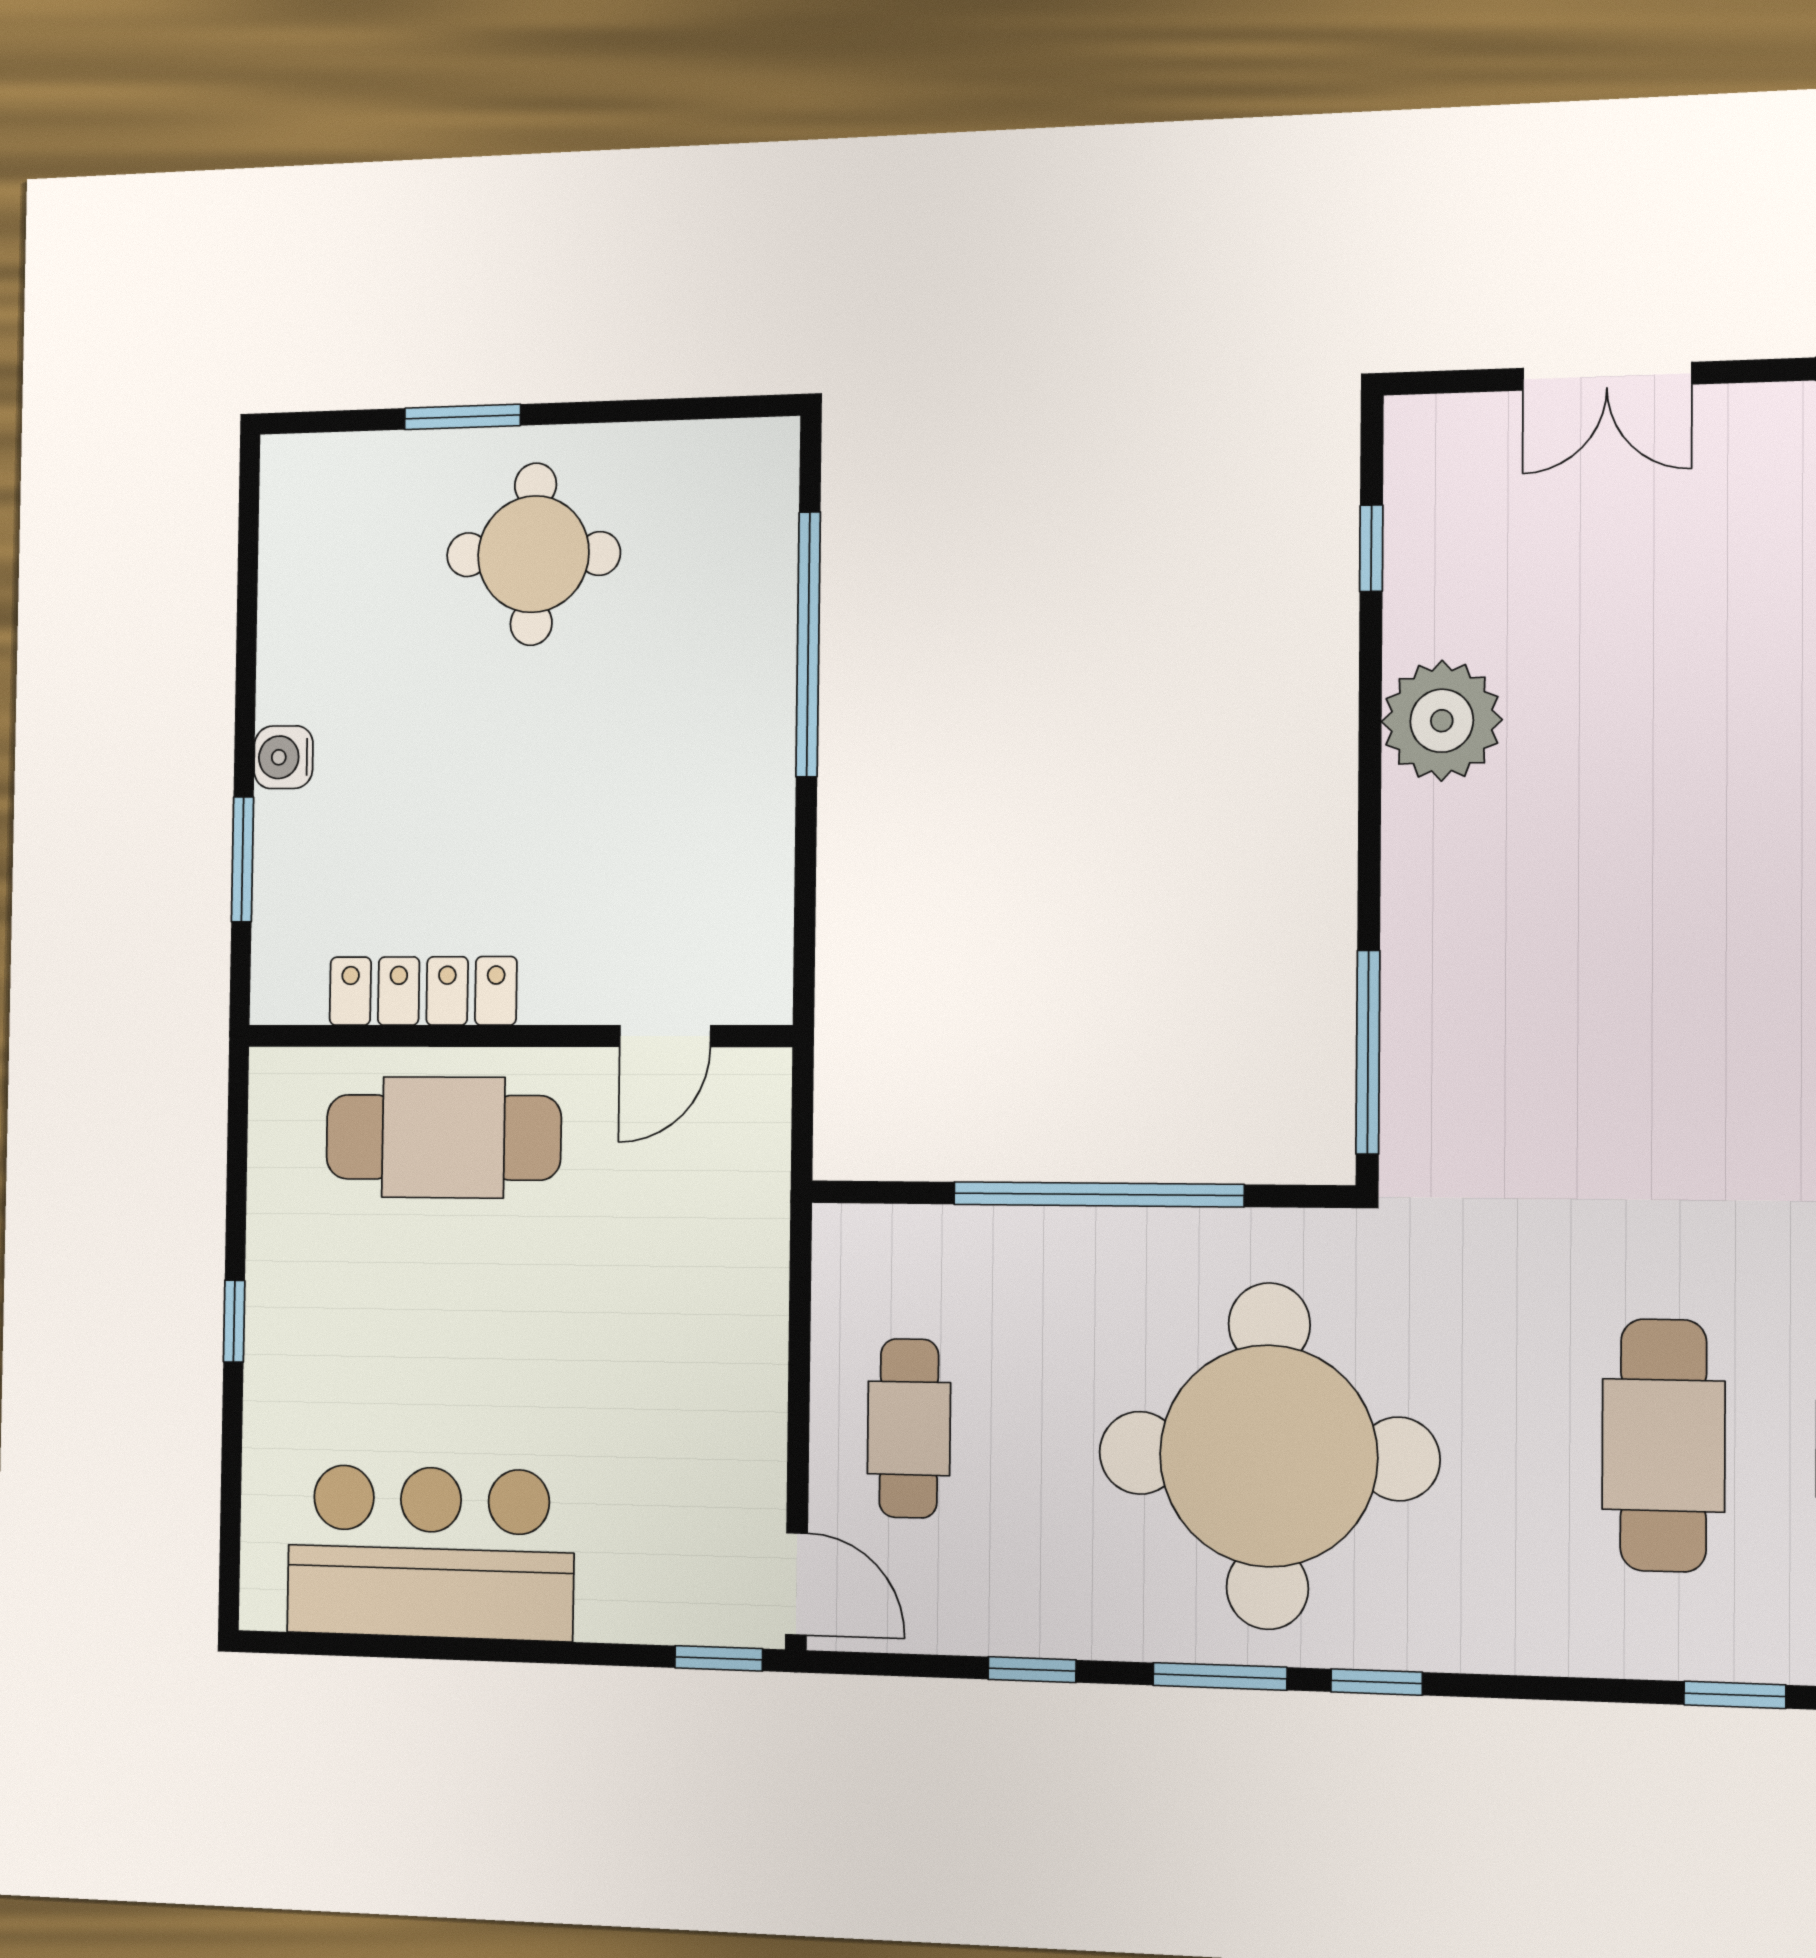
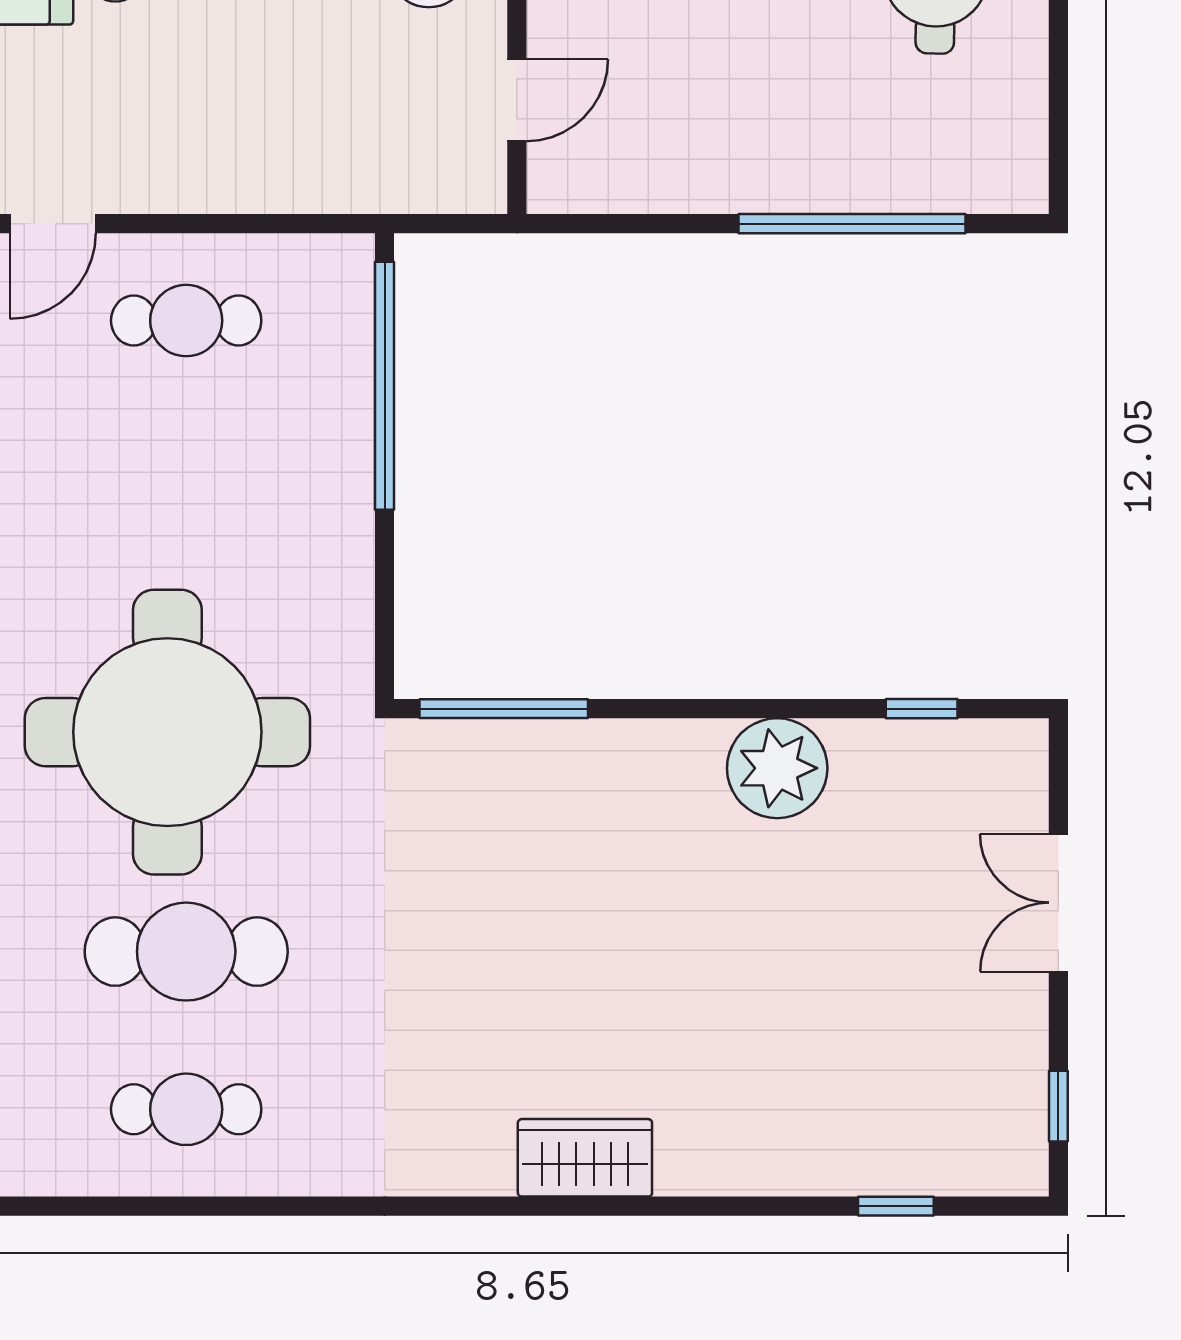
door: (665, 1036) -> (517, 100), swing flipped
window: (1098, 1194) -> (385, 386), moved
round table: (1268, 1456) -> (167, 732), moved

